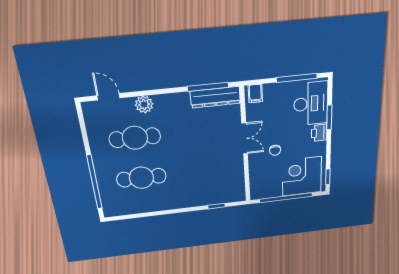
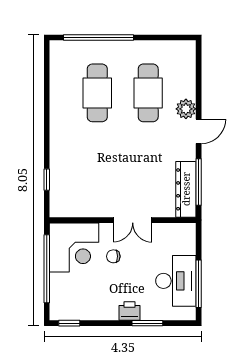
filing cabinet: (255, 93) -> (186, 235), removed
door: (108, 97) -> (199, 131), moved
desk: (311, 104) -> (176, 281), moved, turned -90
corner desk: (302, 176) -> (74, 247), moved, turned 90

